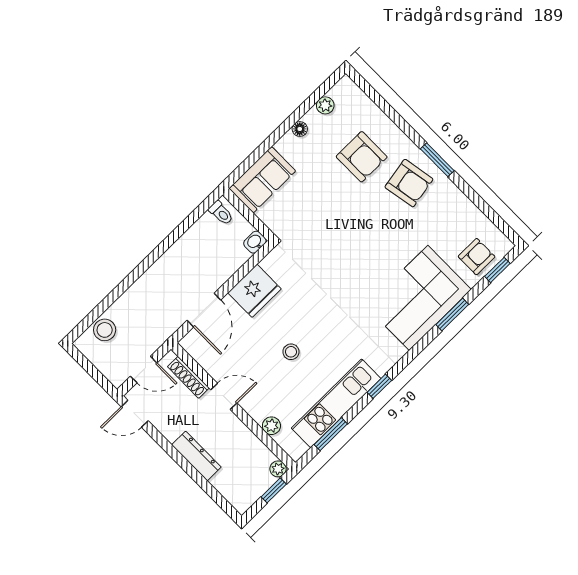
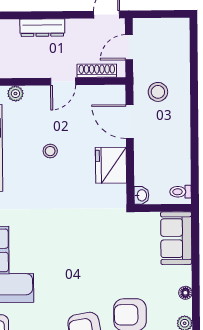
stool: (105, 330) -> (158, 92), moved

